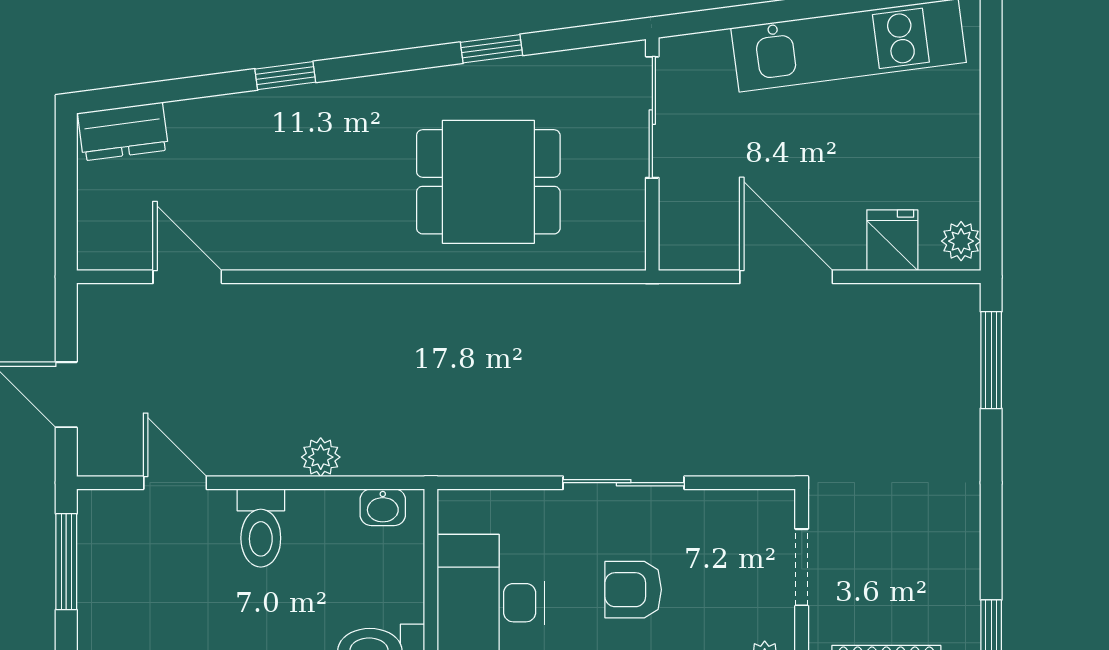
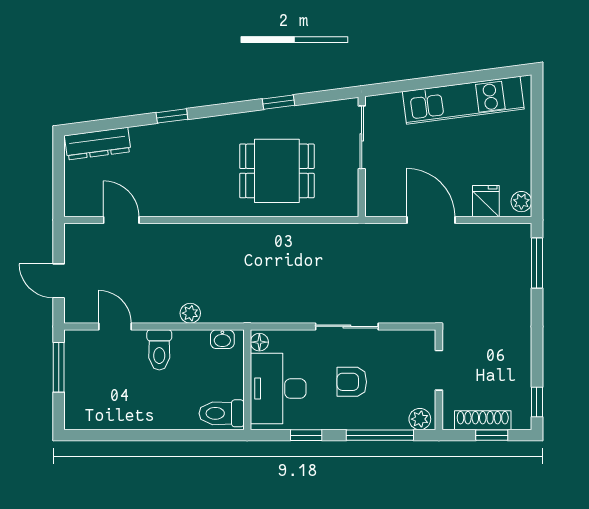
dresser: (123, 132) -> (98, 144), width x1.44
floor lamp: (454, 513) -> (259, 342), added

